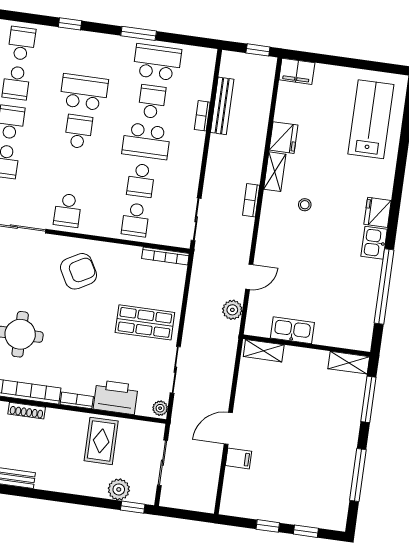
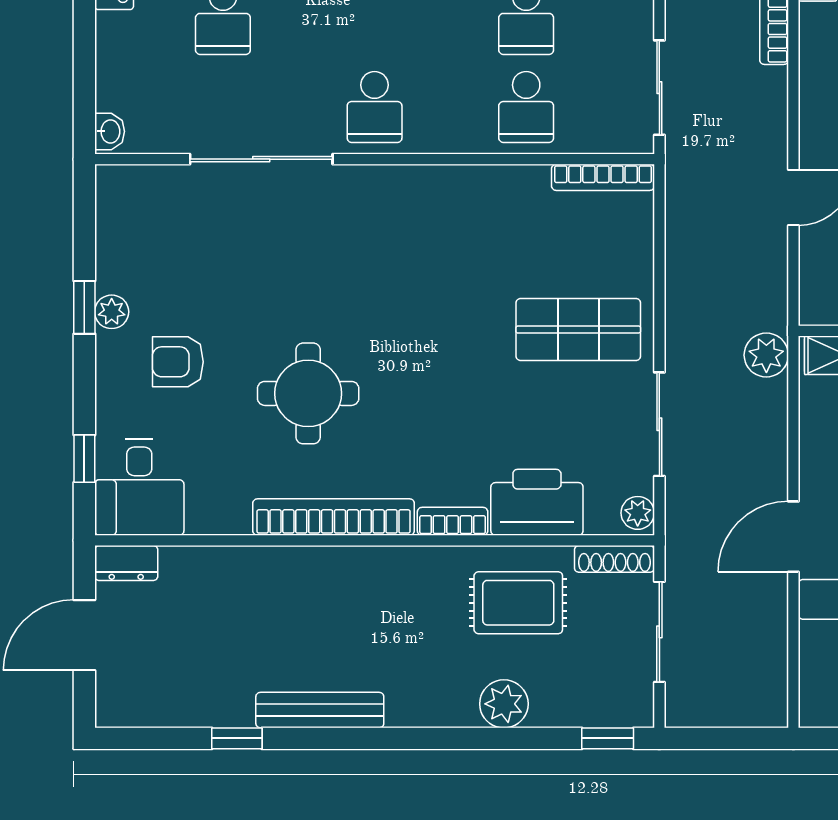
armchair: (79, 271) -> (417, 237), removed
plant: (232, 310) -> (766, 355), moved
shoe rack: (27, 411) -> (614, 559), moved
rug: (101, 441) -> (518, 603), turned 90
plant: (119, 489) -> (504, 704), moved

